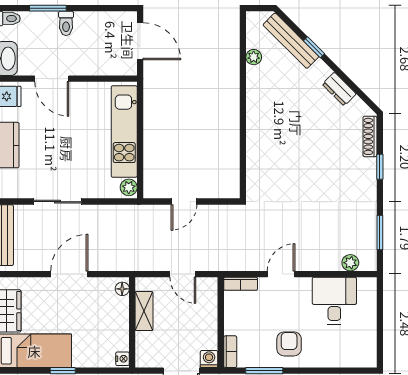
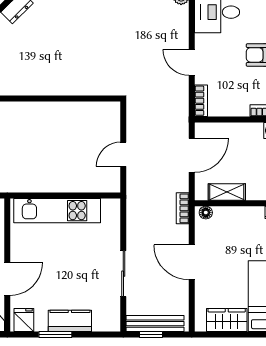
plant: (129, 187) -> (110, 206), removed
door: (184, 202) -> (123, 154), swing flipped
bookcase: (127, 264) -> (183, 208), added
door: (183, 274) -> (192, 155), width x1.38

